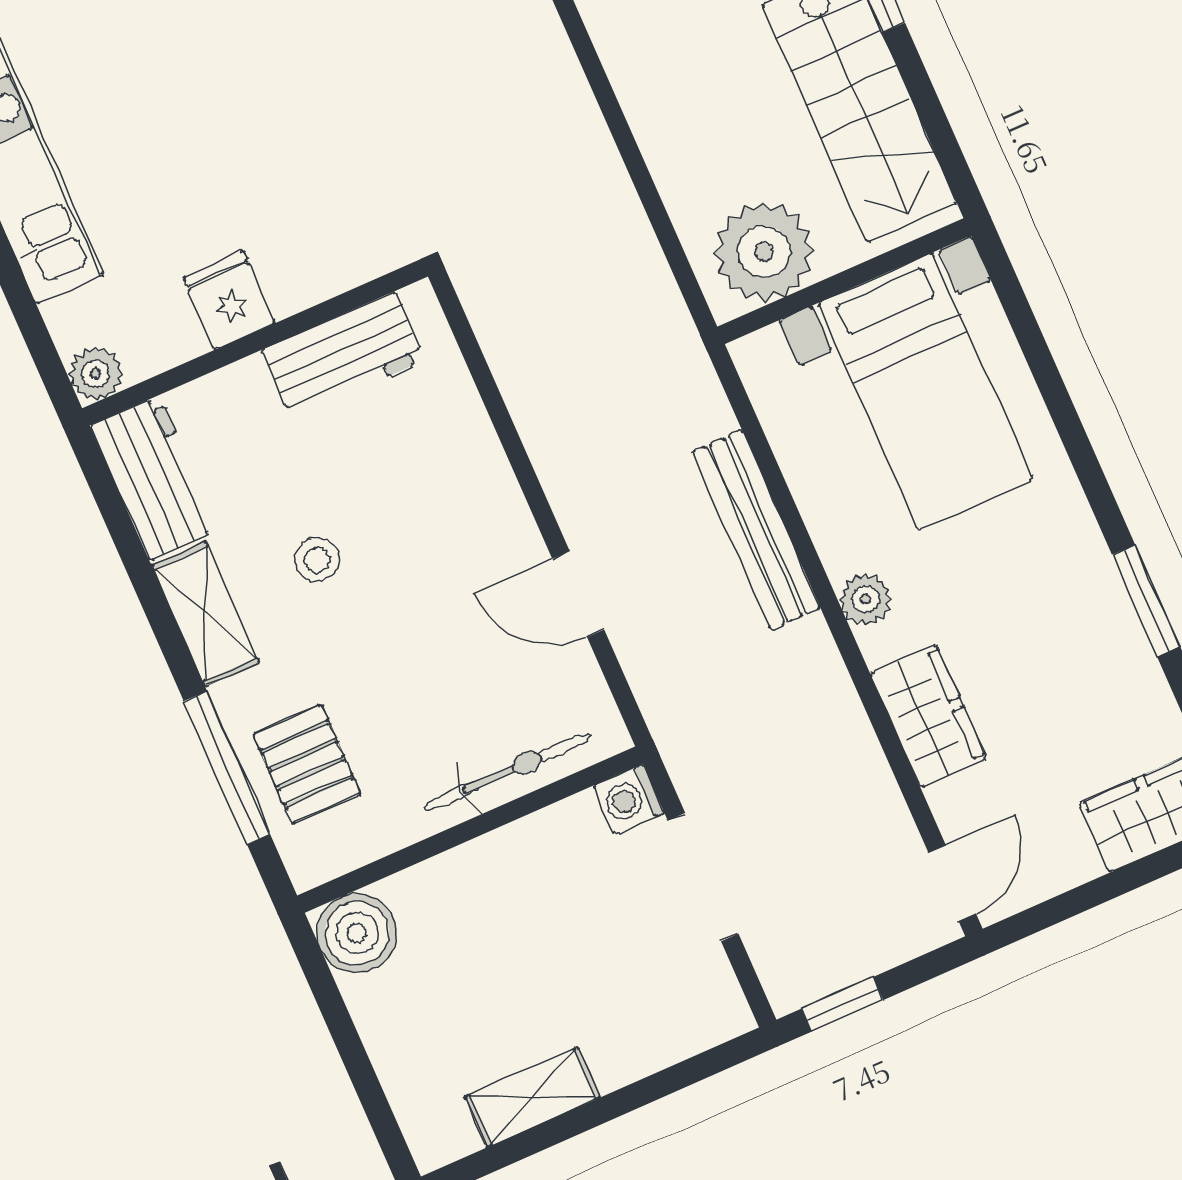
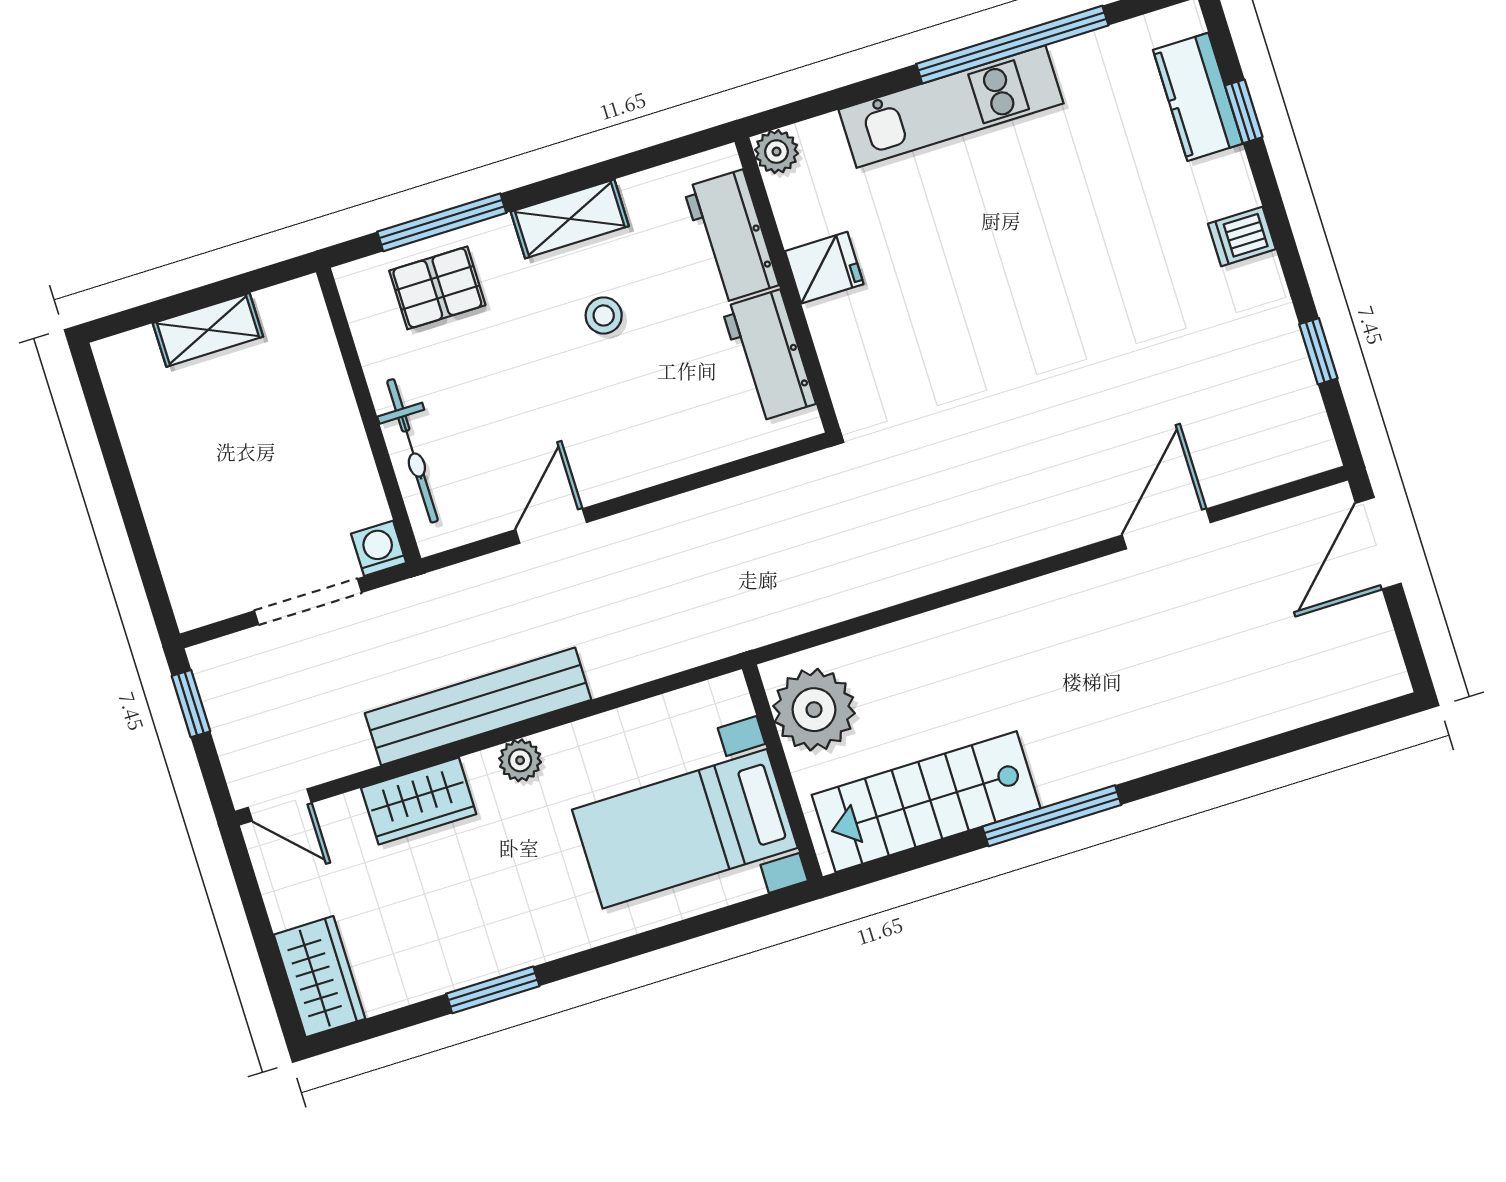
workbench: (154, 478) -> (731, 236), moved, turned 90
bench: (756, 530) -> (478, 706), moved, width x1.37, depth x1.21
boiler: (357, 933) -> (294, 313), removed
shelving: (532, 1097) -> (208, 330), moved, turned 90

